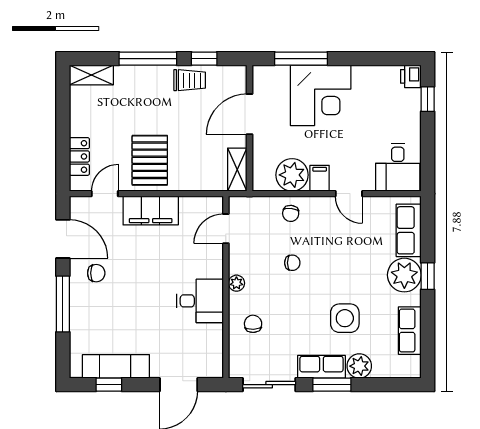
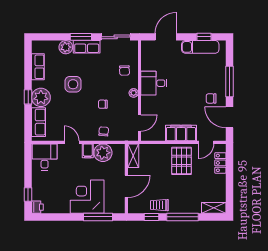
side table: (345, 318) -> (73, 84), moved

